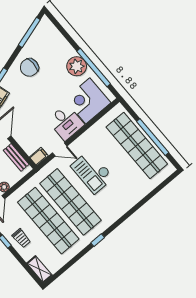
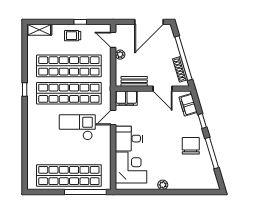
window: (29, 32) -> (212, 153), moved
plant: (77, 66) -> (163, 185), width x0.53, depth x0.53
window: (94, 68) -> (151, 192), removed
window: (153, 137) -> (85, 192), moved
filing cabinet: (39, 157) -> (126, 98), width x2.00

